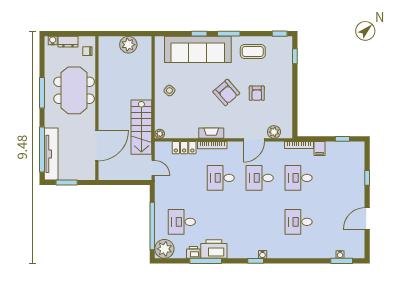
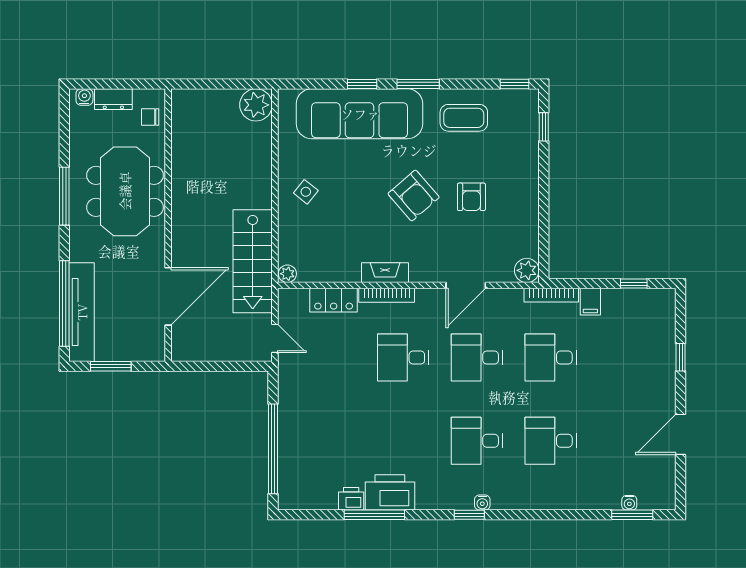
plant: (128, 45) -> (256, 105), moved
plant: (274, 132) -> (527, 270), moved
desk: (182, 222) -> (477, 441), moved
plant: (164, 249) -> (296, 492), removed

